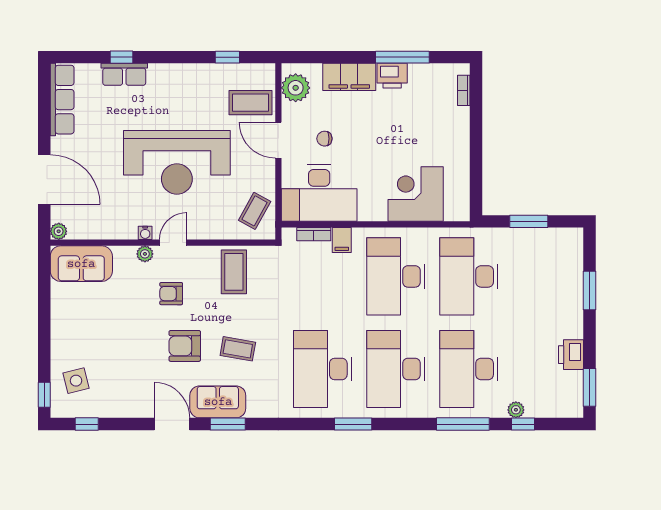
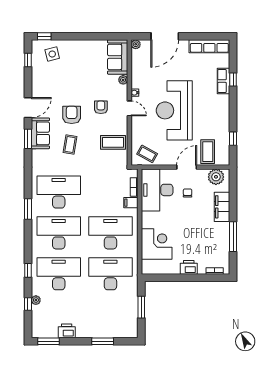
printer: (392, 76) -> (189, 267), moved, turned 90
plant: (145, 254) -> (123, 80), moved
window: (463, 424) -> (28, 270), width x0.46

